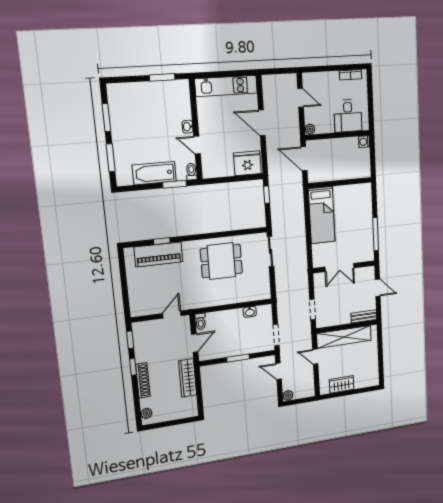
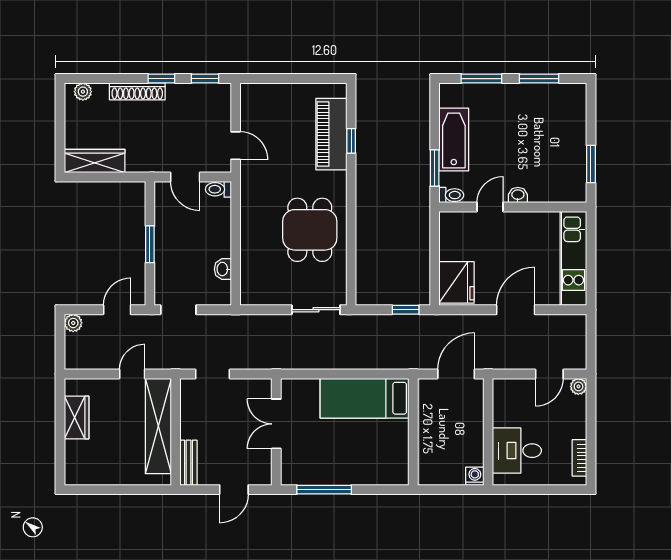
plant: (310, 129) -> (578, 386), moved
wardrobe: (188, 378) -> (95, 161), moved

